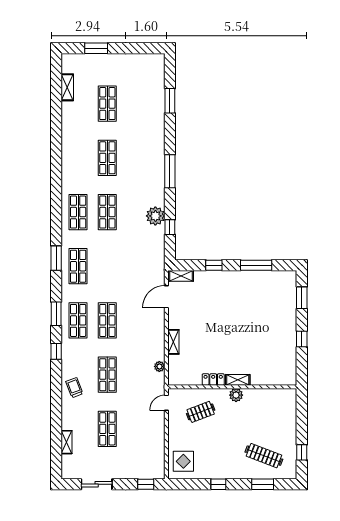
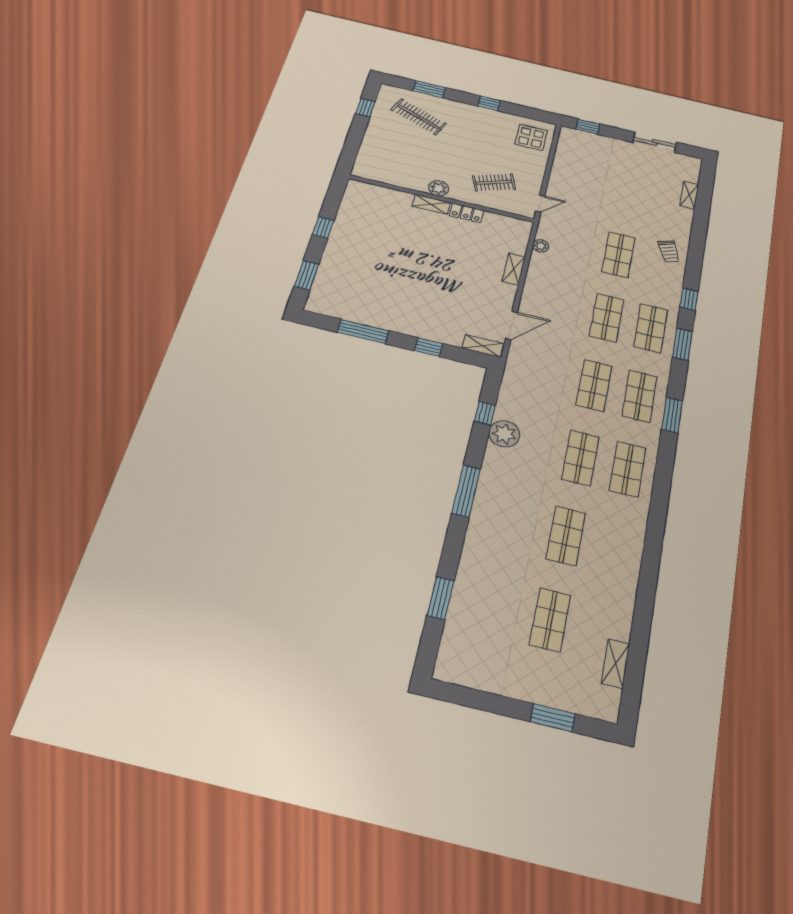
shop shelf: (107, 429) -> (594, 385), moved

